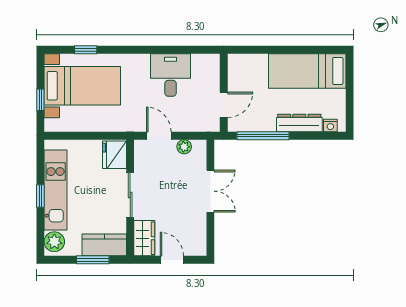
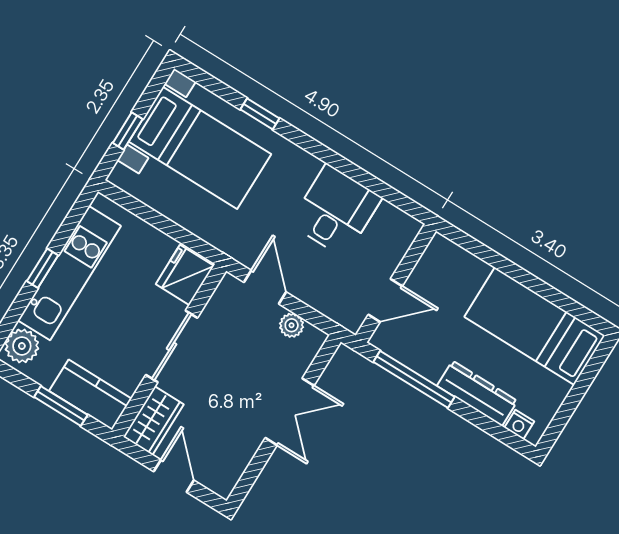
window: (86, 50) -> (260, 114), moved

